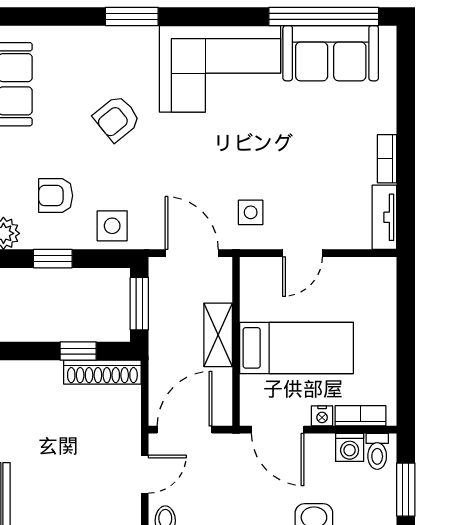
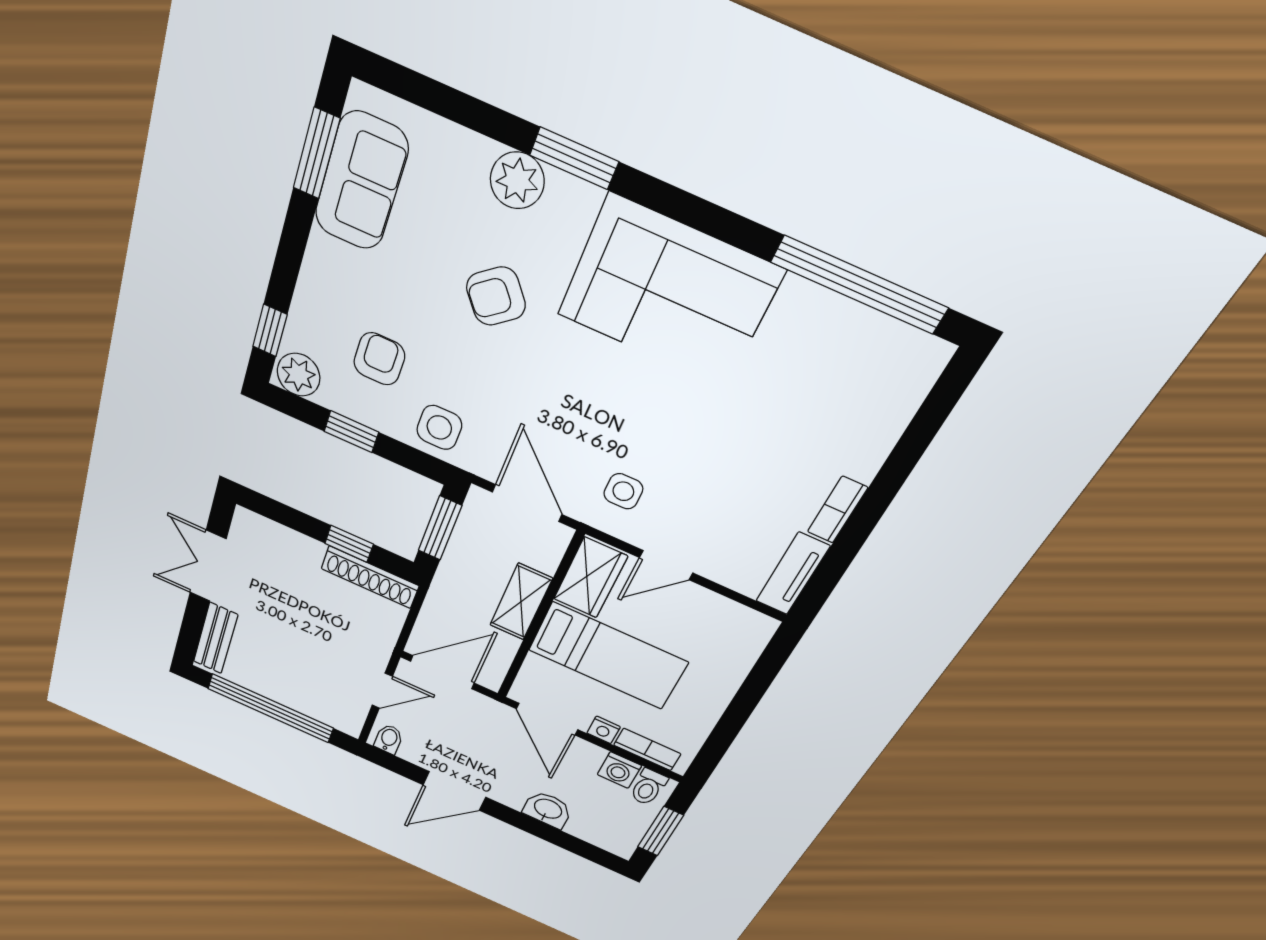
plant: (103, 43) -> (517, 180), added
sofa: (331, 53) -> (839, 341), removed
armchair: (56, 196) -> (379, 359), turned 90
wardrobe: (257, 289) -> (590, 578), added

